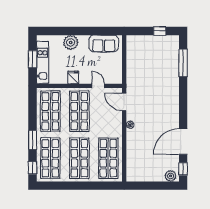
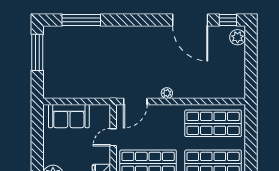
window: (160, 31) -> (37, 52), width x2.17
sofa: (104, 44) -> (69, 116), moved, turned 90

